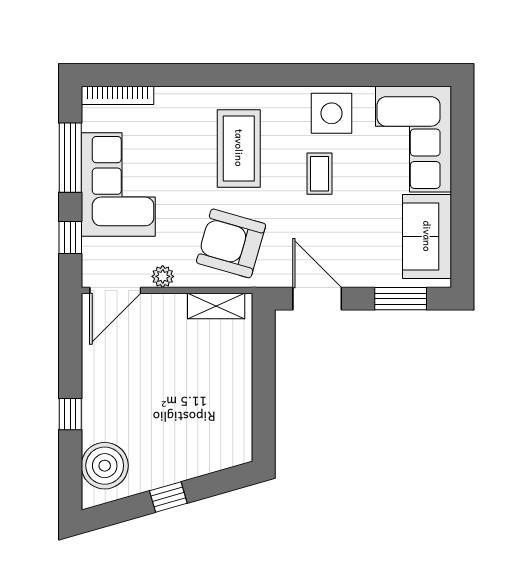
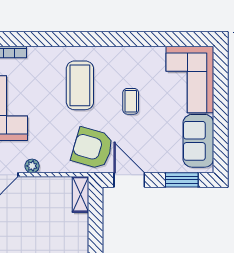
side table: (332, 113) -> (138, 63), removed
armchair: (231, 243) -> (92, 148), moved
shelving: (216, 306) -> (80, 194), moved, turned 90

